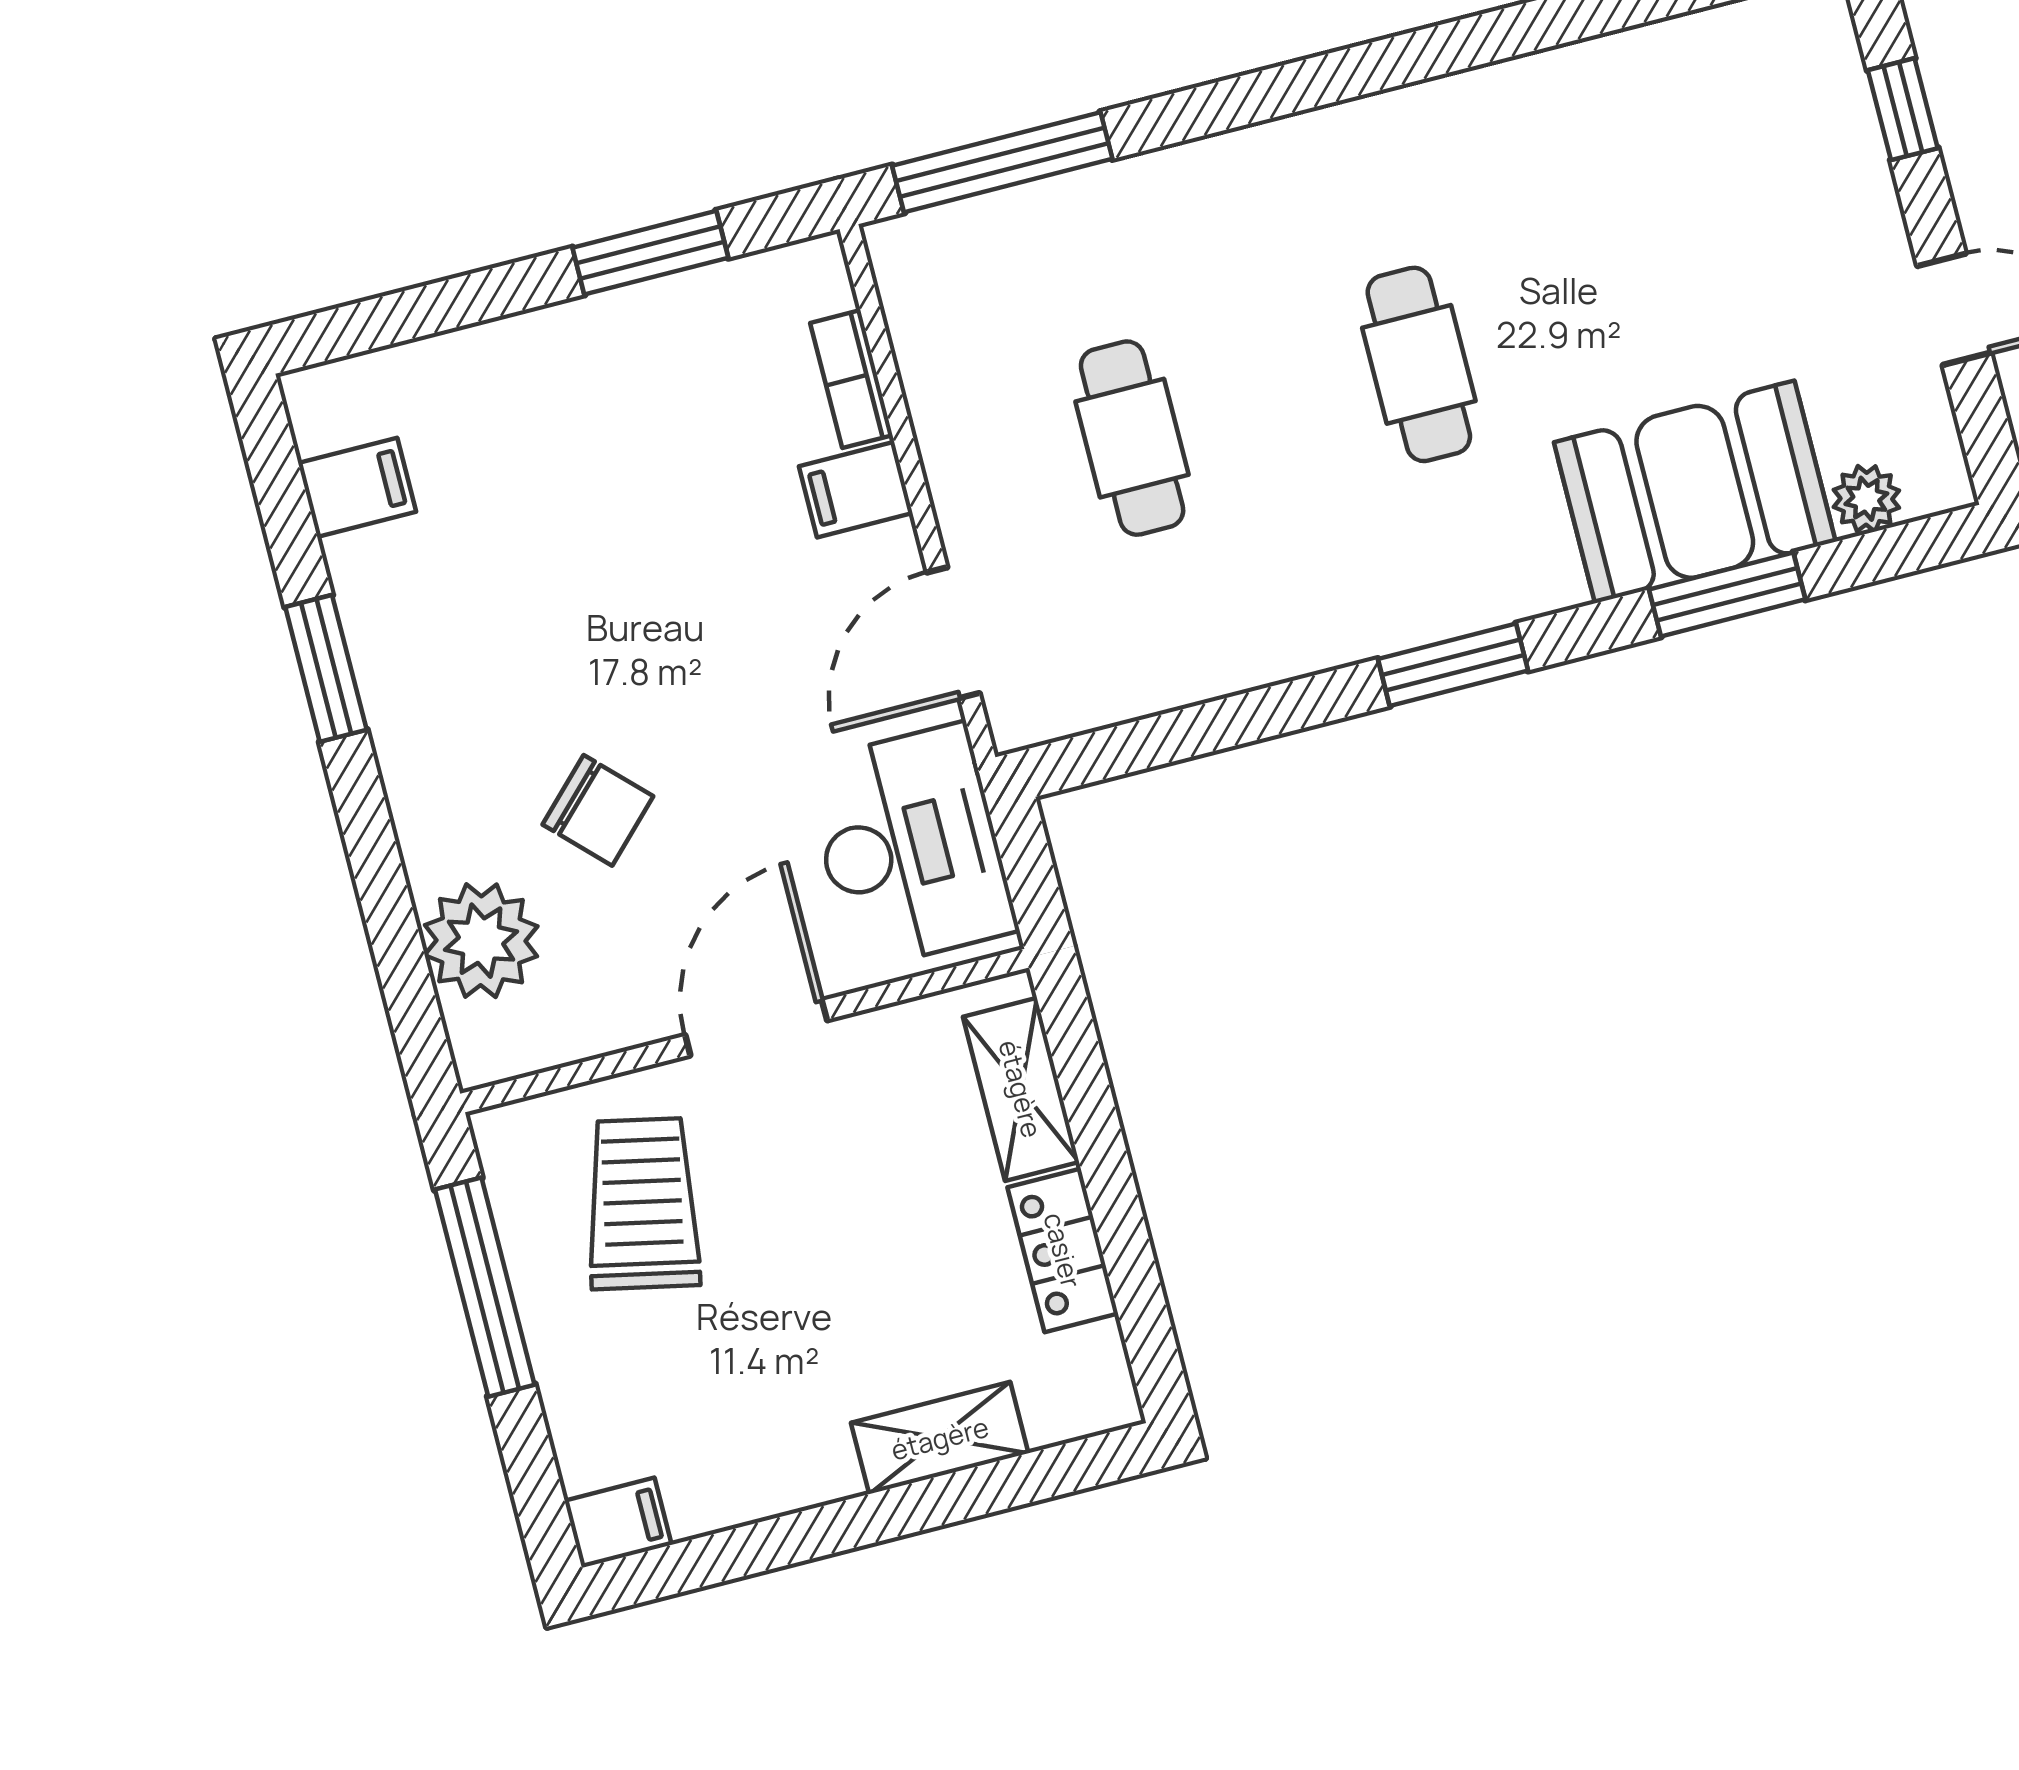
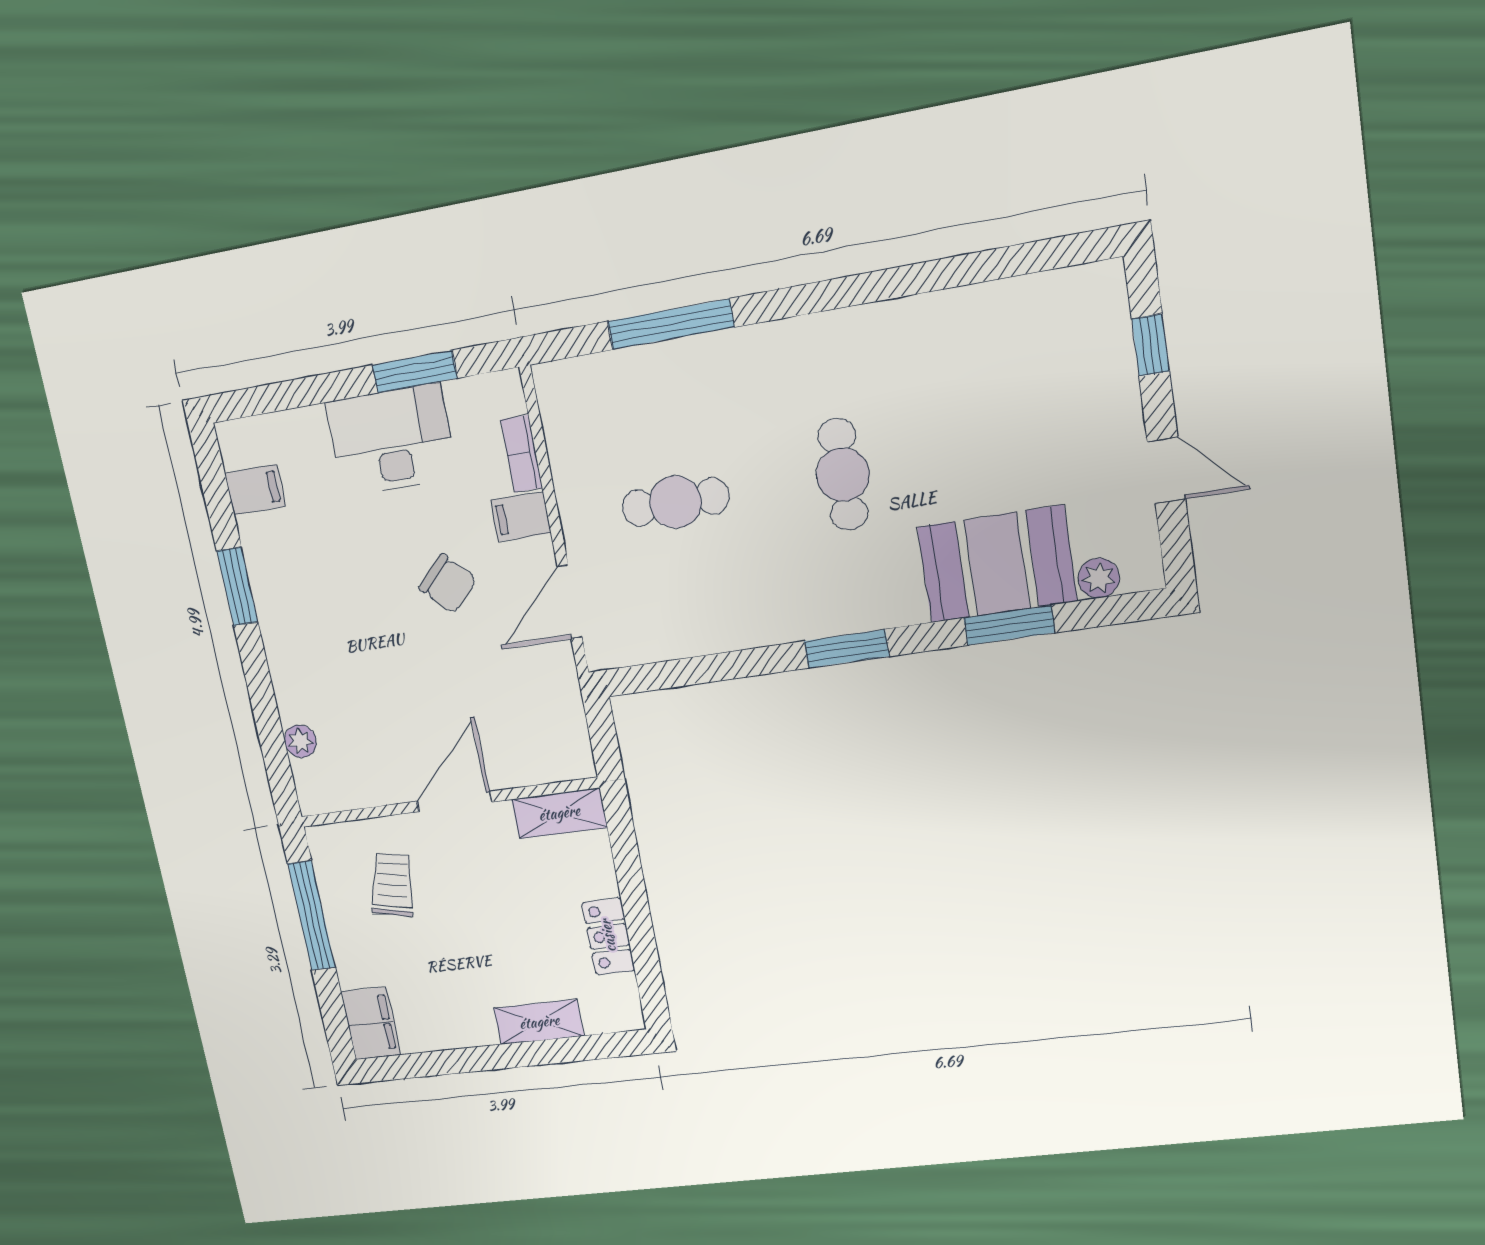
window: (1002, 162) -> (671, 324), moved
cafe table: (1132, 438) -> (676, 502), turned 90
chair: (598, 810) -> (448, 584), moved
desk: (910, 847) -> (392, 440), moved, turned -90
plant: (481, 941) -> (300, 741), width x0.53, depth x0.53
shelving: (1021, 1089) -> (559, 813), moved, turned 90
trolley: (643, 1204) -> (392, 884), width x0.73, depth x0.72
filing cabinet: (618, 1523) -> (371, 1023), width x2.00

